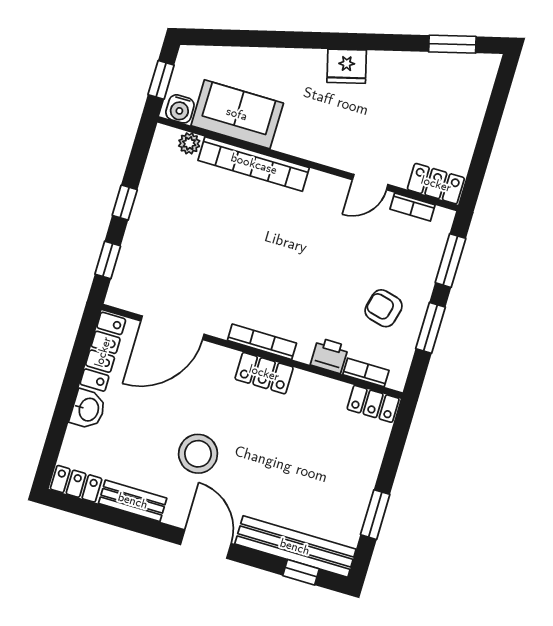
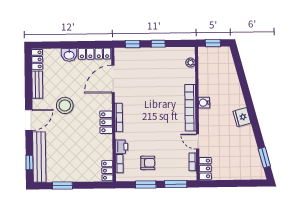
water cooler: (180, 109) -> (204, 103), moved
sofa: (237, 114) -> (208, 79), removed
bookcase: (254, 164) -> (190, 108), moved
armchair: (384, 308) -> (148, 163), turned 76
door: (172, 328) -> (113, 79), hinge flipped

